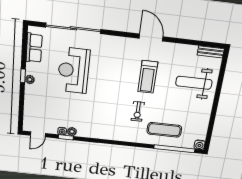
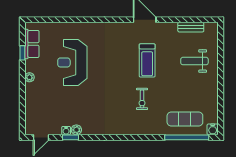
sliding door: (73, 28) -> (69, 20), removed
bench: (211, 52) -> (191, 27), moved
window: (23, 76) -> (22, 53), moved
weight bench: (194, 83) -> (194, 61), width x0.73, depth x0.75
exercise mat: (164, 130) -> (185, 119), moved

